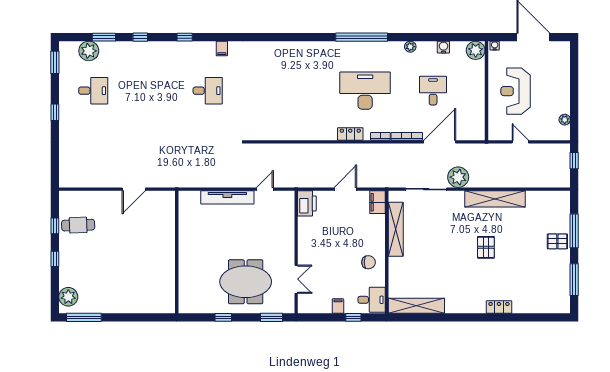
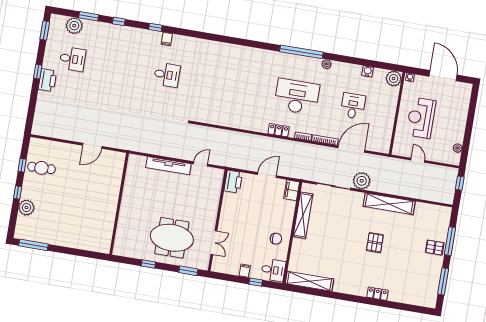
plant: (410, 47) -> (326, 64), moved
filing cabinet: (222, 48) -> (167, 39), moved
printer: (68, 120) -> (47, 80), added
plant: (68, 297) -> (26, 208), moved

